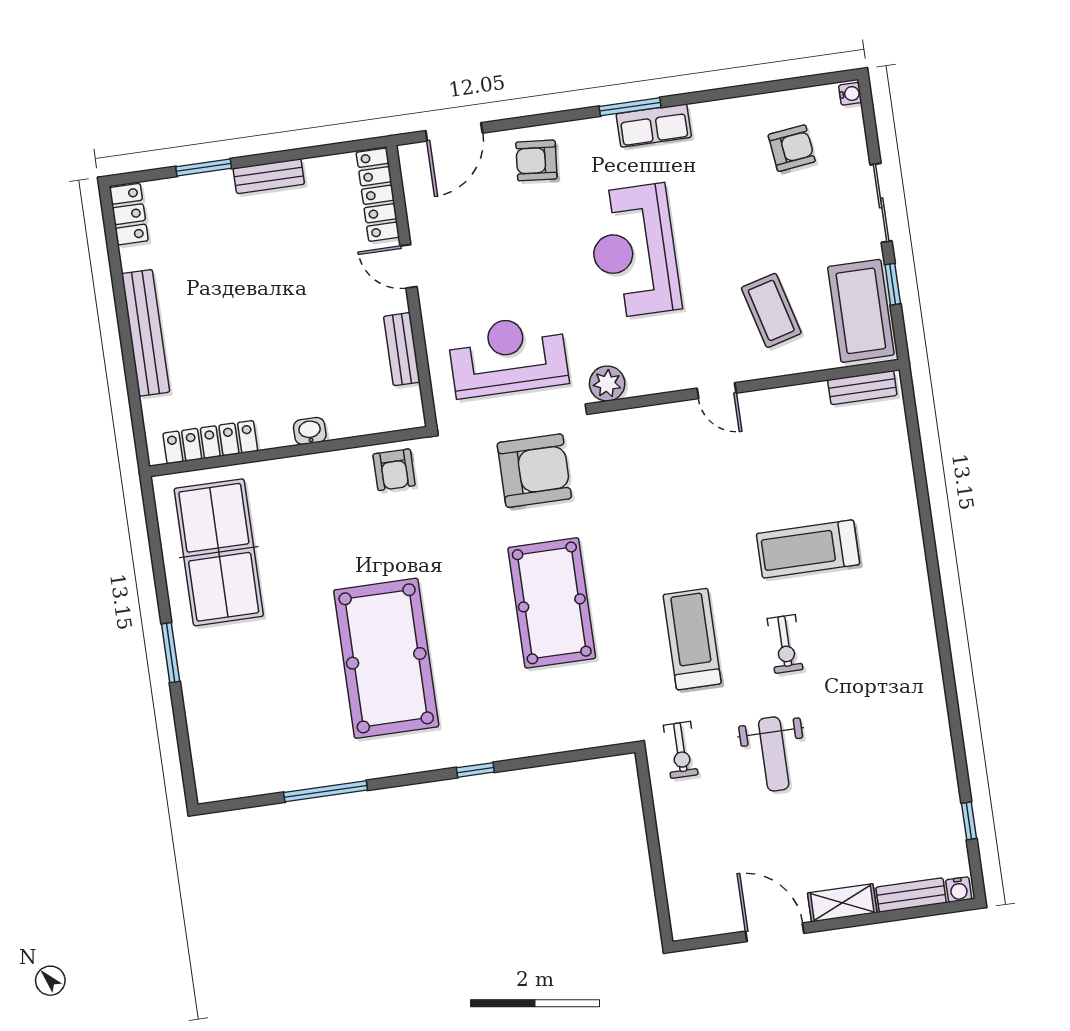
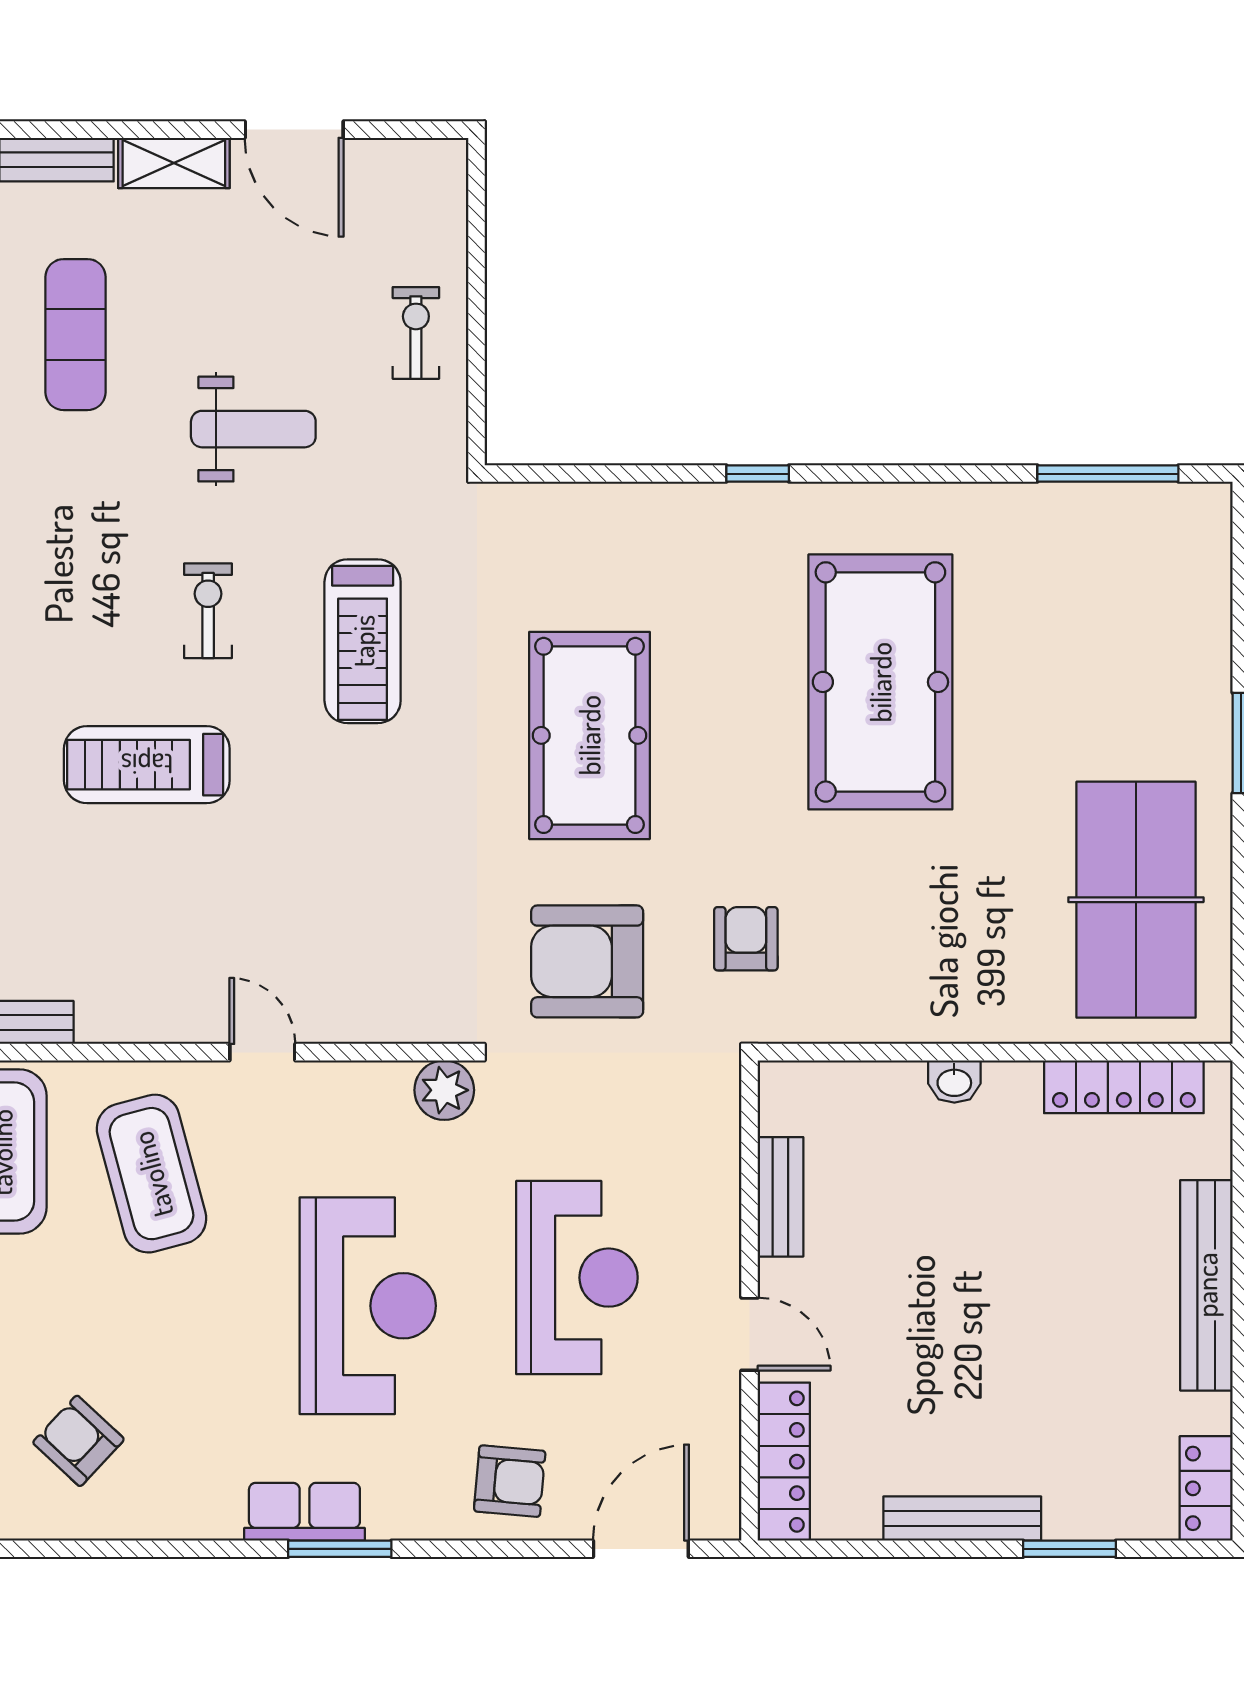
armchair: (792, 148) -> (78, 1441), turned 50
bench: (269, 176) -> (962, 1519), width x1.36
coffee table: (771, 310) -> (152, 1174), width x1.36, depth x1.32
reception desk: (508, 356) -> (577, 1278), moved, turned -90
armchair: (394, 470) -> (746, 939), moved
treadmill: (808, 549) -> (147, 765), turned 180
exercise bike: (681, 750) -> (416, 333), moved
weight bench: (774, 754) -> (253, 429), turned 90
window: (326, 791) -> (1108, 474), moved
exercise mat: (885, 794) -> (76, 335), added

